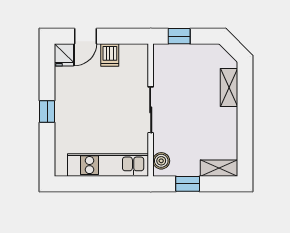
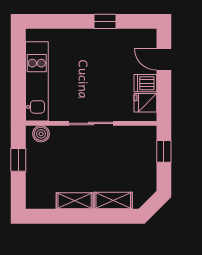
fridge: (64, 55) -> (145, 103), moved
window: (47, 111) -> (105, 21), moved
shelving: (219, 168) -> (75, 201), moved, turned 90

